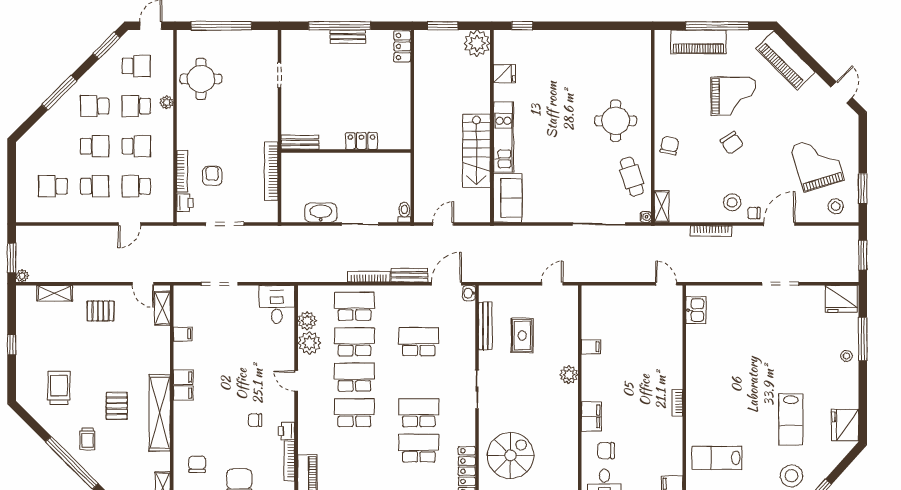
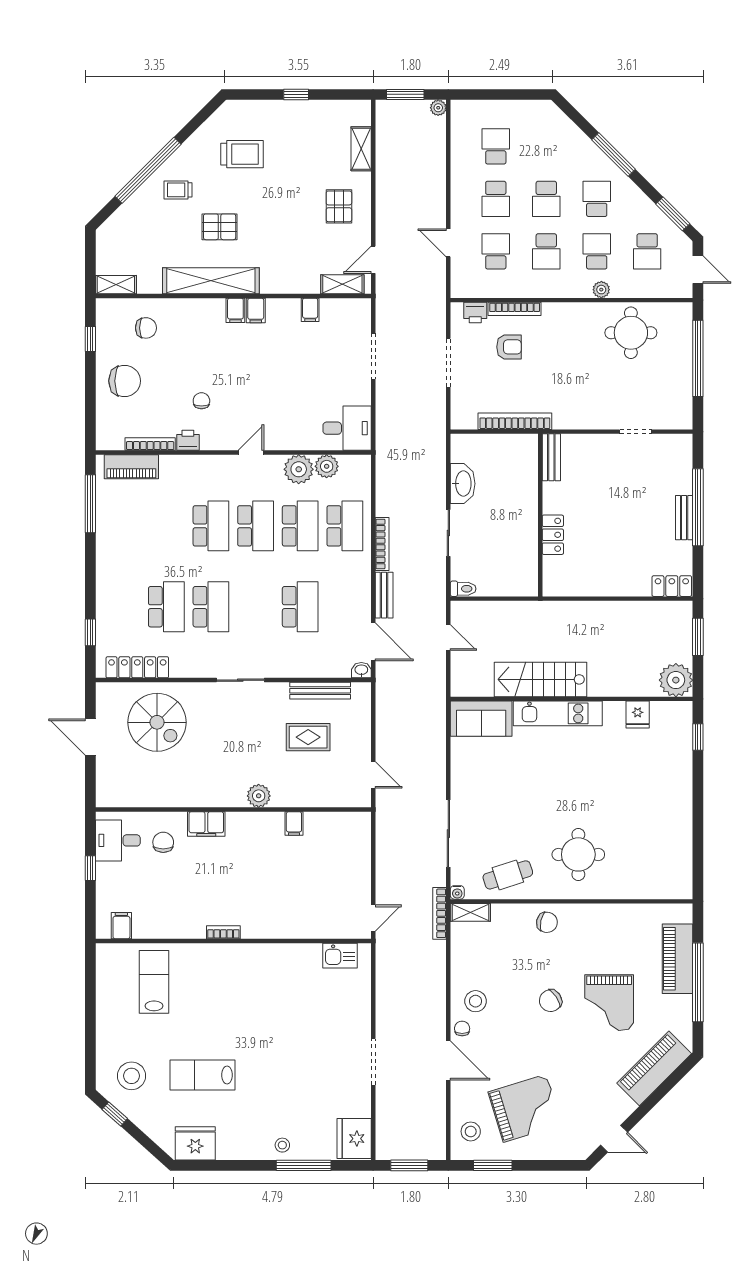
bookcase: (711, 231) -> (440, 913), moved
plant: (22, 276) -> (438, 108), moved

